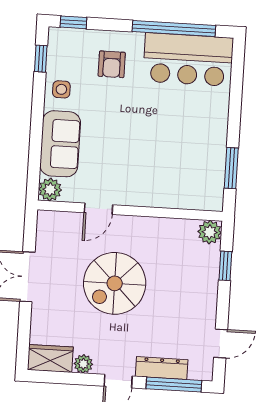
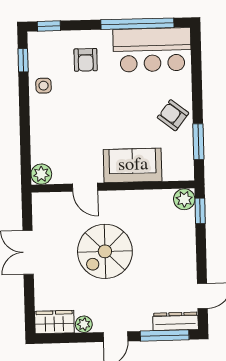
armchair: (205, 136) -> (173, 115), added
sofa: (60, 144) -> (133, 165), moved, turned -90
door: (98, 209) -> (85, 187), hinge flipped
window: (225, 266) -> (200, 211), moved
dresser: (162, 368) -> (175, 321), moved

